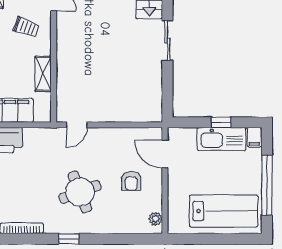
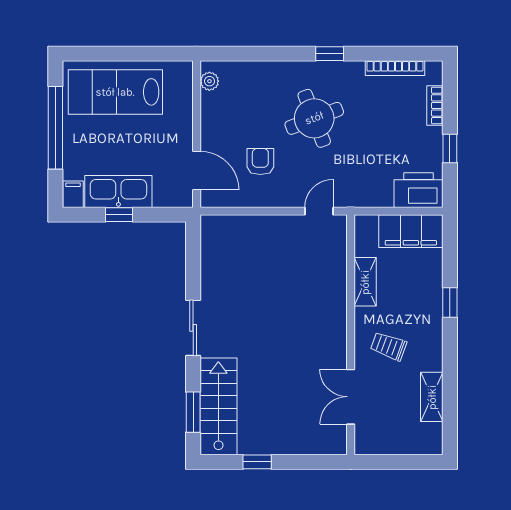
armchair: (131, 181) -> (260, 162), moved

